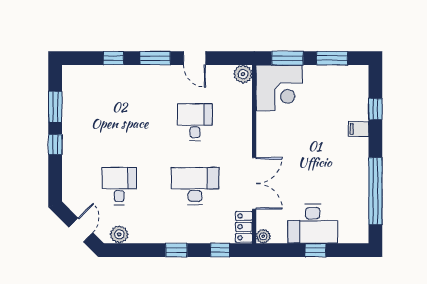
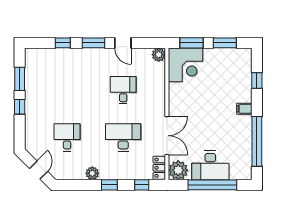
filing cabinet: (359, 129) -> (244, 109), moved
plant: (119, 234) -> (92, 173), moved
plant: (263, 236) -> (178, 170), width x1.87, depth x1.87
window: (315, 250) -> (212, 185), width x3.17

